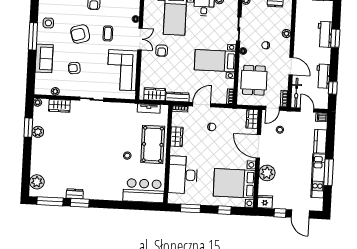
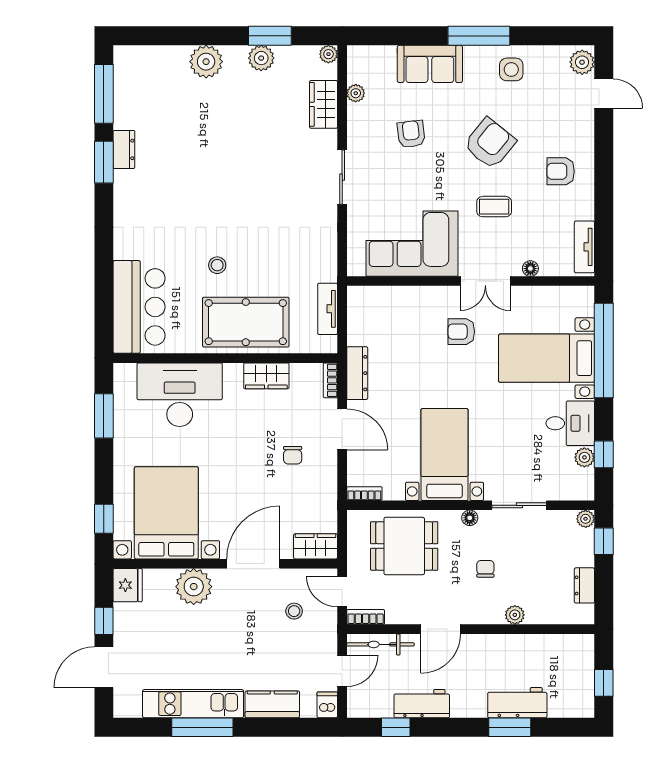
armchair: (80, 34) -> (490, 143), turned 55
wardrobe: (155, 94) -> (361, 321), removed
plant: (37, 182) -> (206, 62), moved
window: (225, 210) -> (104, 519), moved

